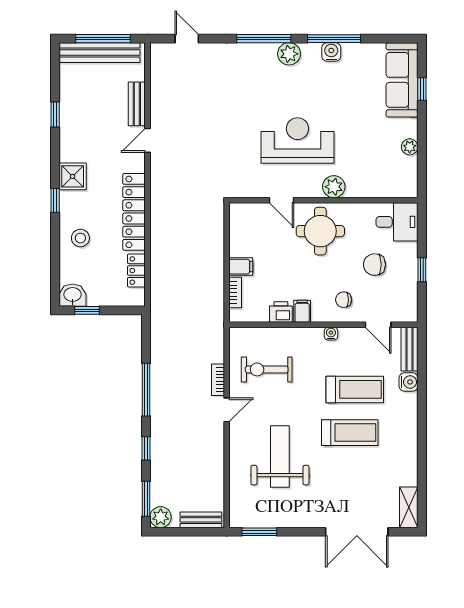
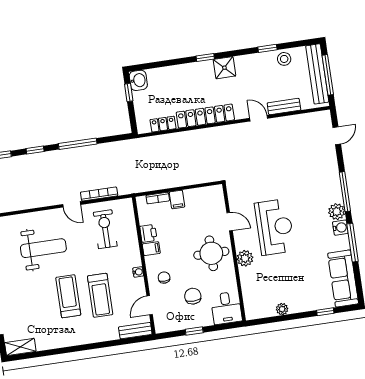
water cooler: (331, 52) -> (340, 228), moved
sofa: (402, 80) -> (343, 278), moved, turned -90
door: (281, 200) -> (230, 222), swing flipped
stool: (80, 238) -> (284, 59), moved
bookcase: (218, 380) -> (99, 194), width x1.56
water cooler: (409, 382) -> (111, 333), removed
treadmill: (350, 433) -> (68, 296), turned 180

